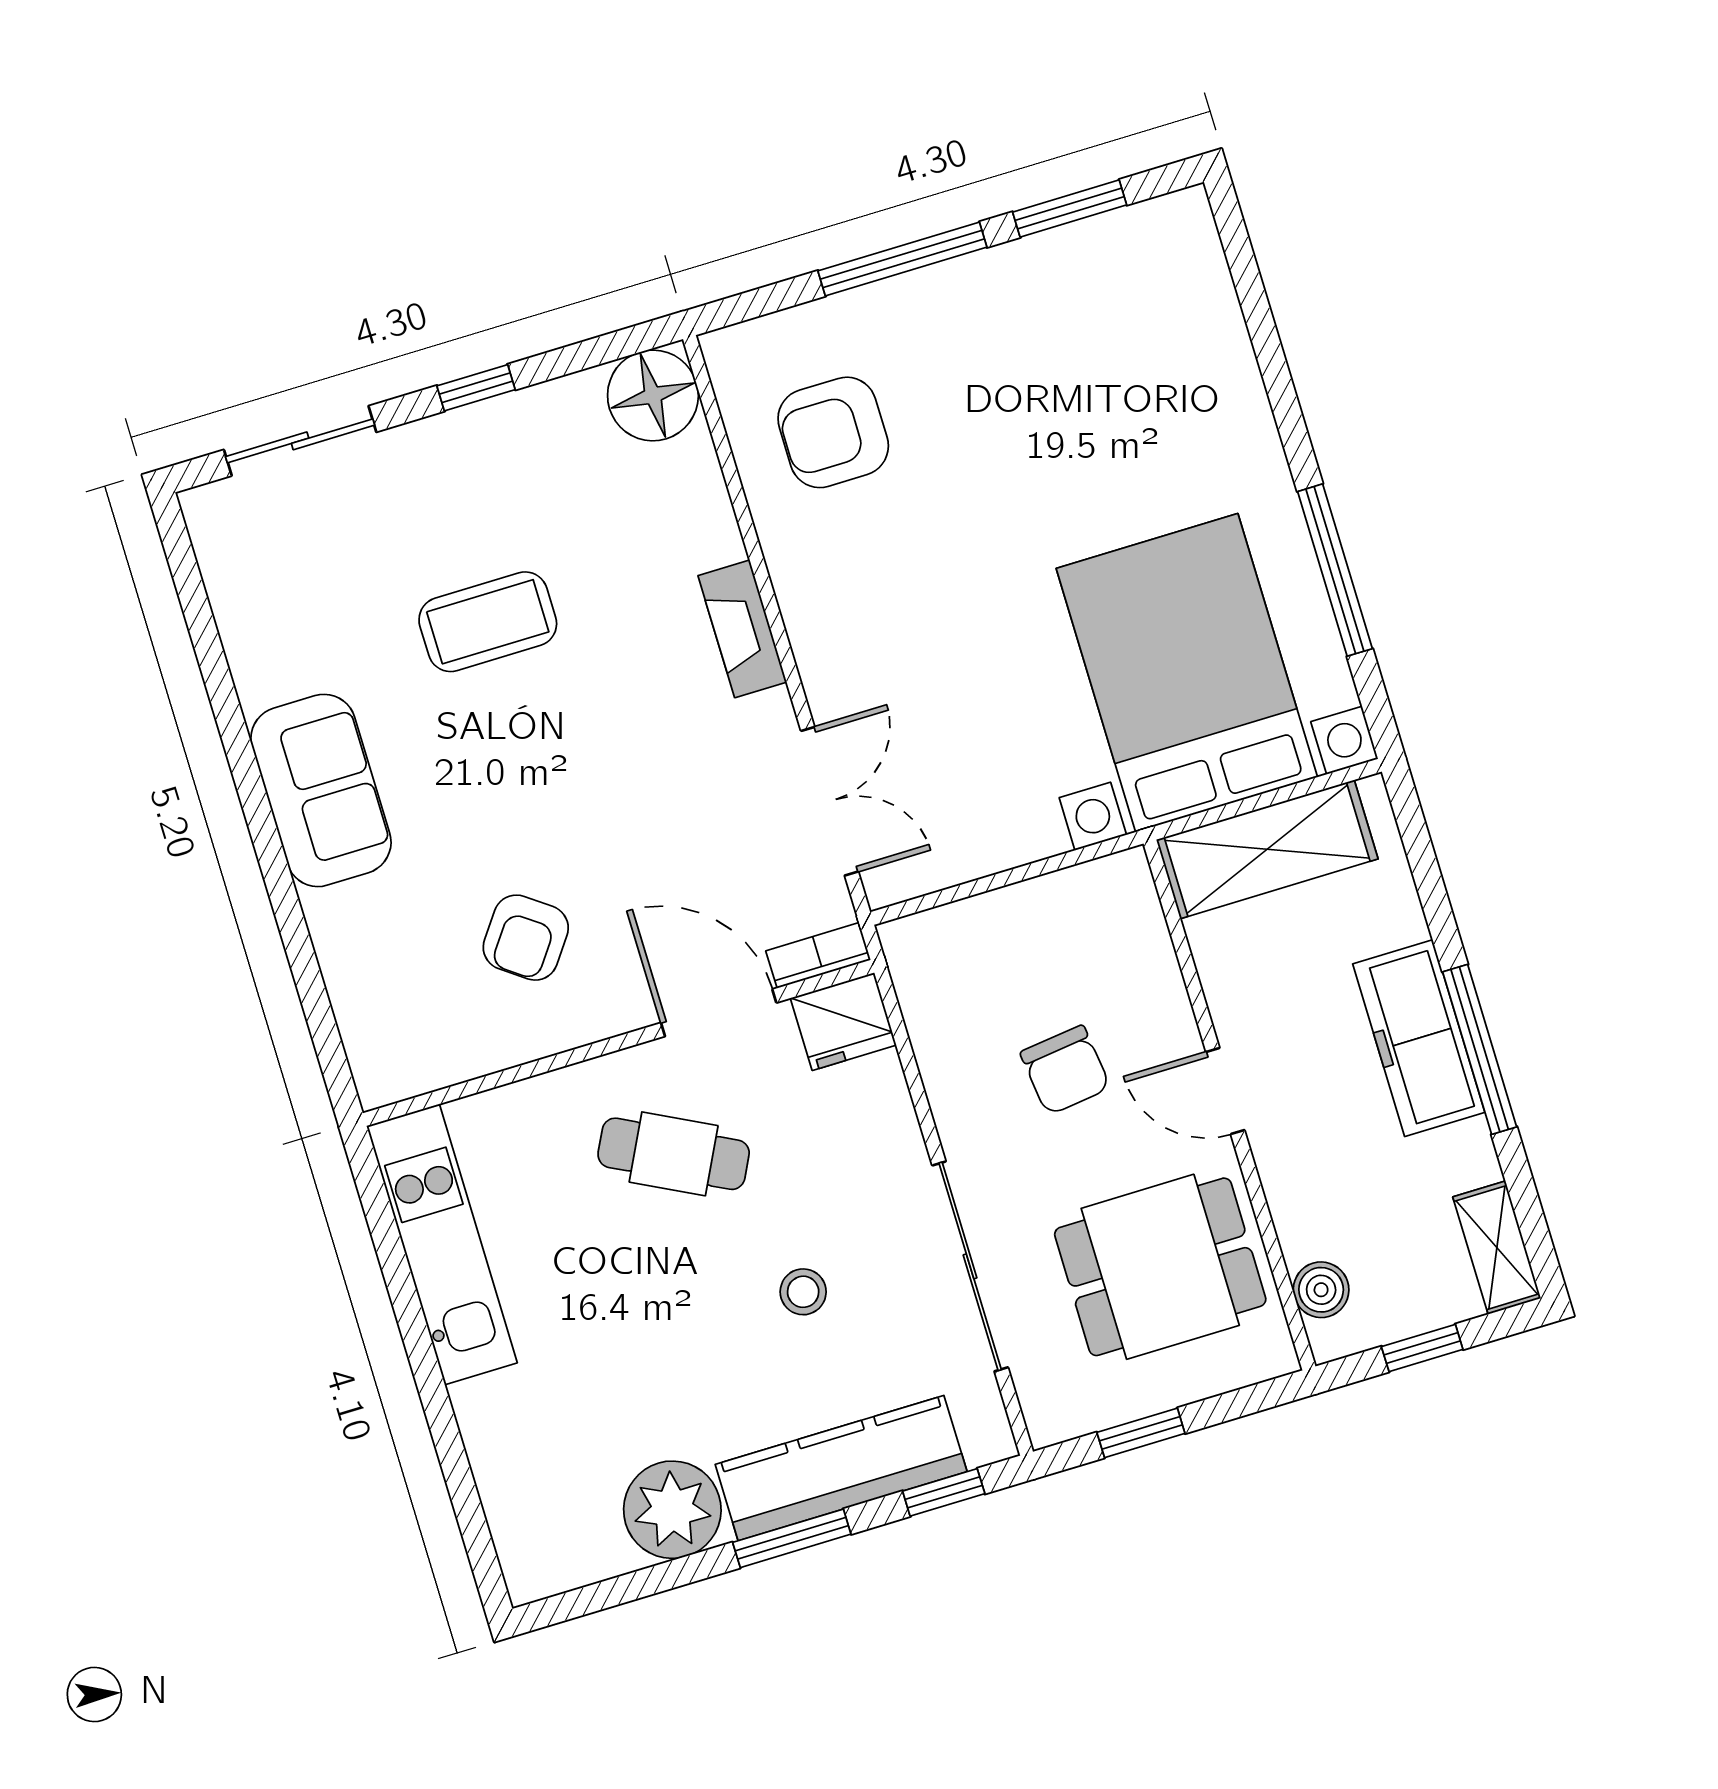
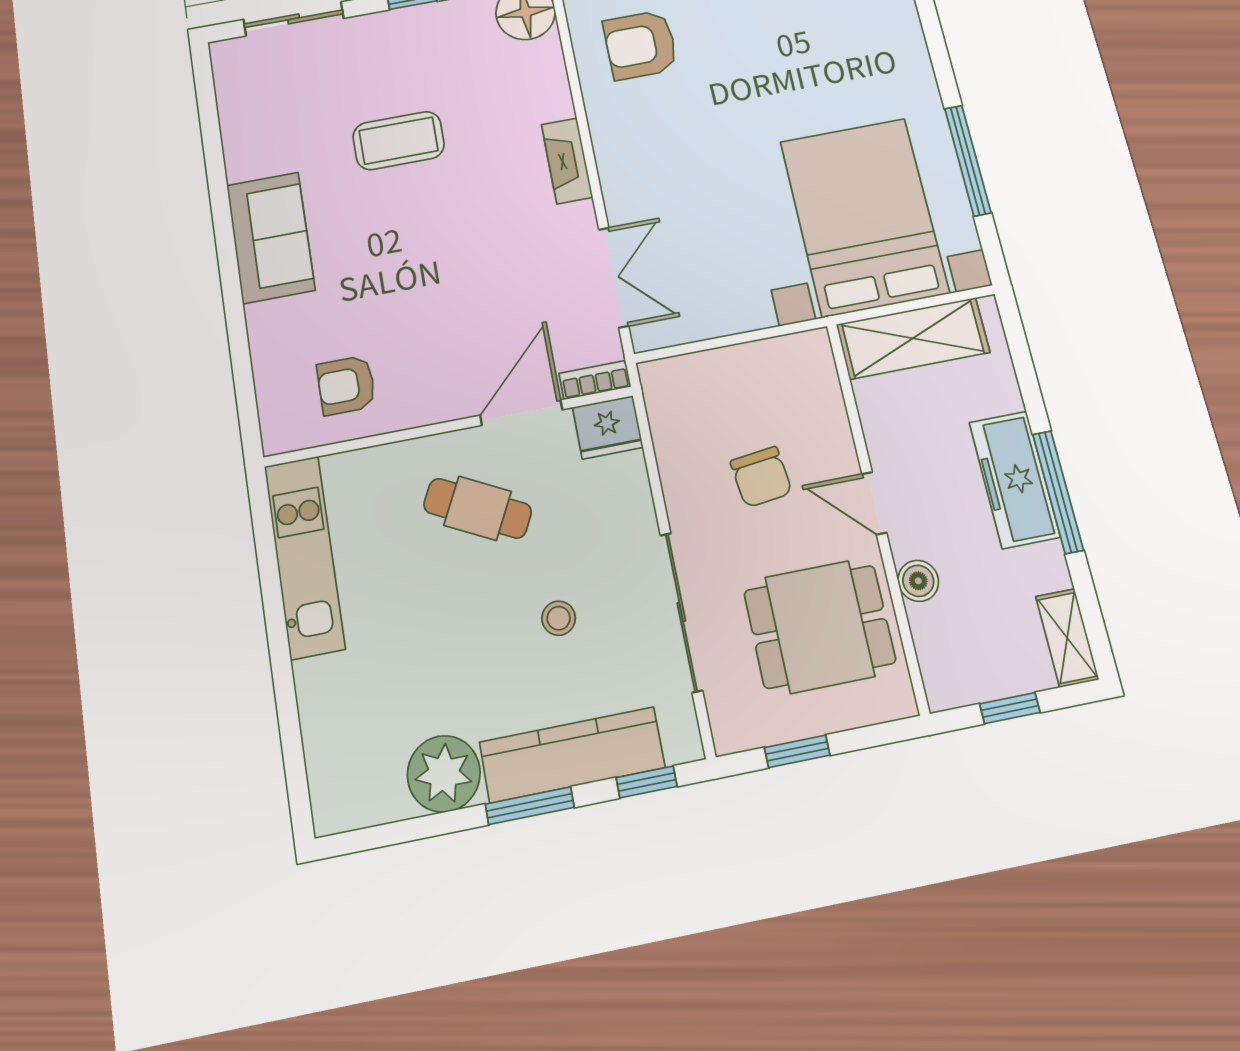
armchair: (526, 938) -> (346, 385), moved, turned 54
door: (719, 1013) -> (521, 413), hinge flipped
boiler: (1321, 1290) -> (918, 581), moved

